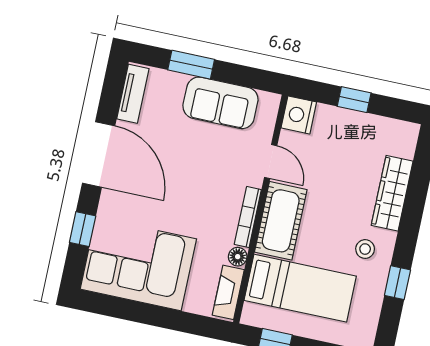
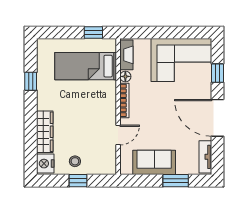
nightstand: (299, 115) -> (45, 164), moved, turned 180
door: (271, 162) -> (118, 135), swing flipped
cot: (281, 221) -> (105, 102), removed
stool: (365, 249) -> (75, 161), moved

